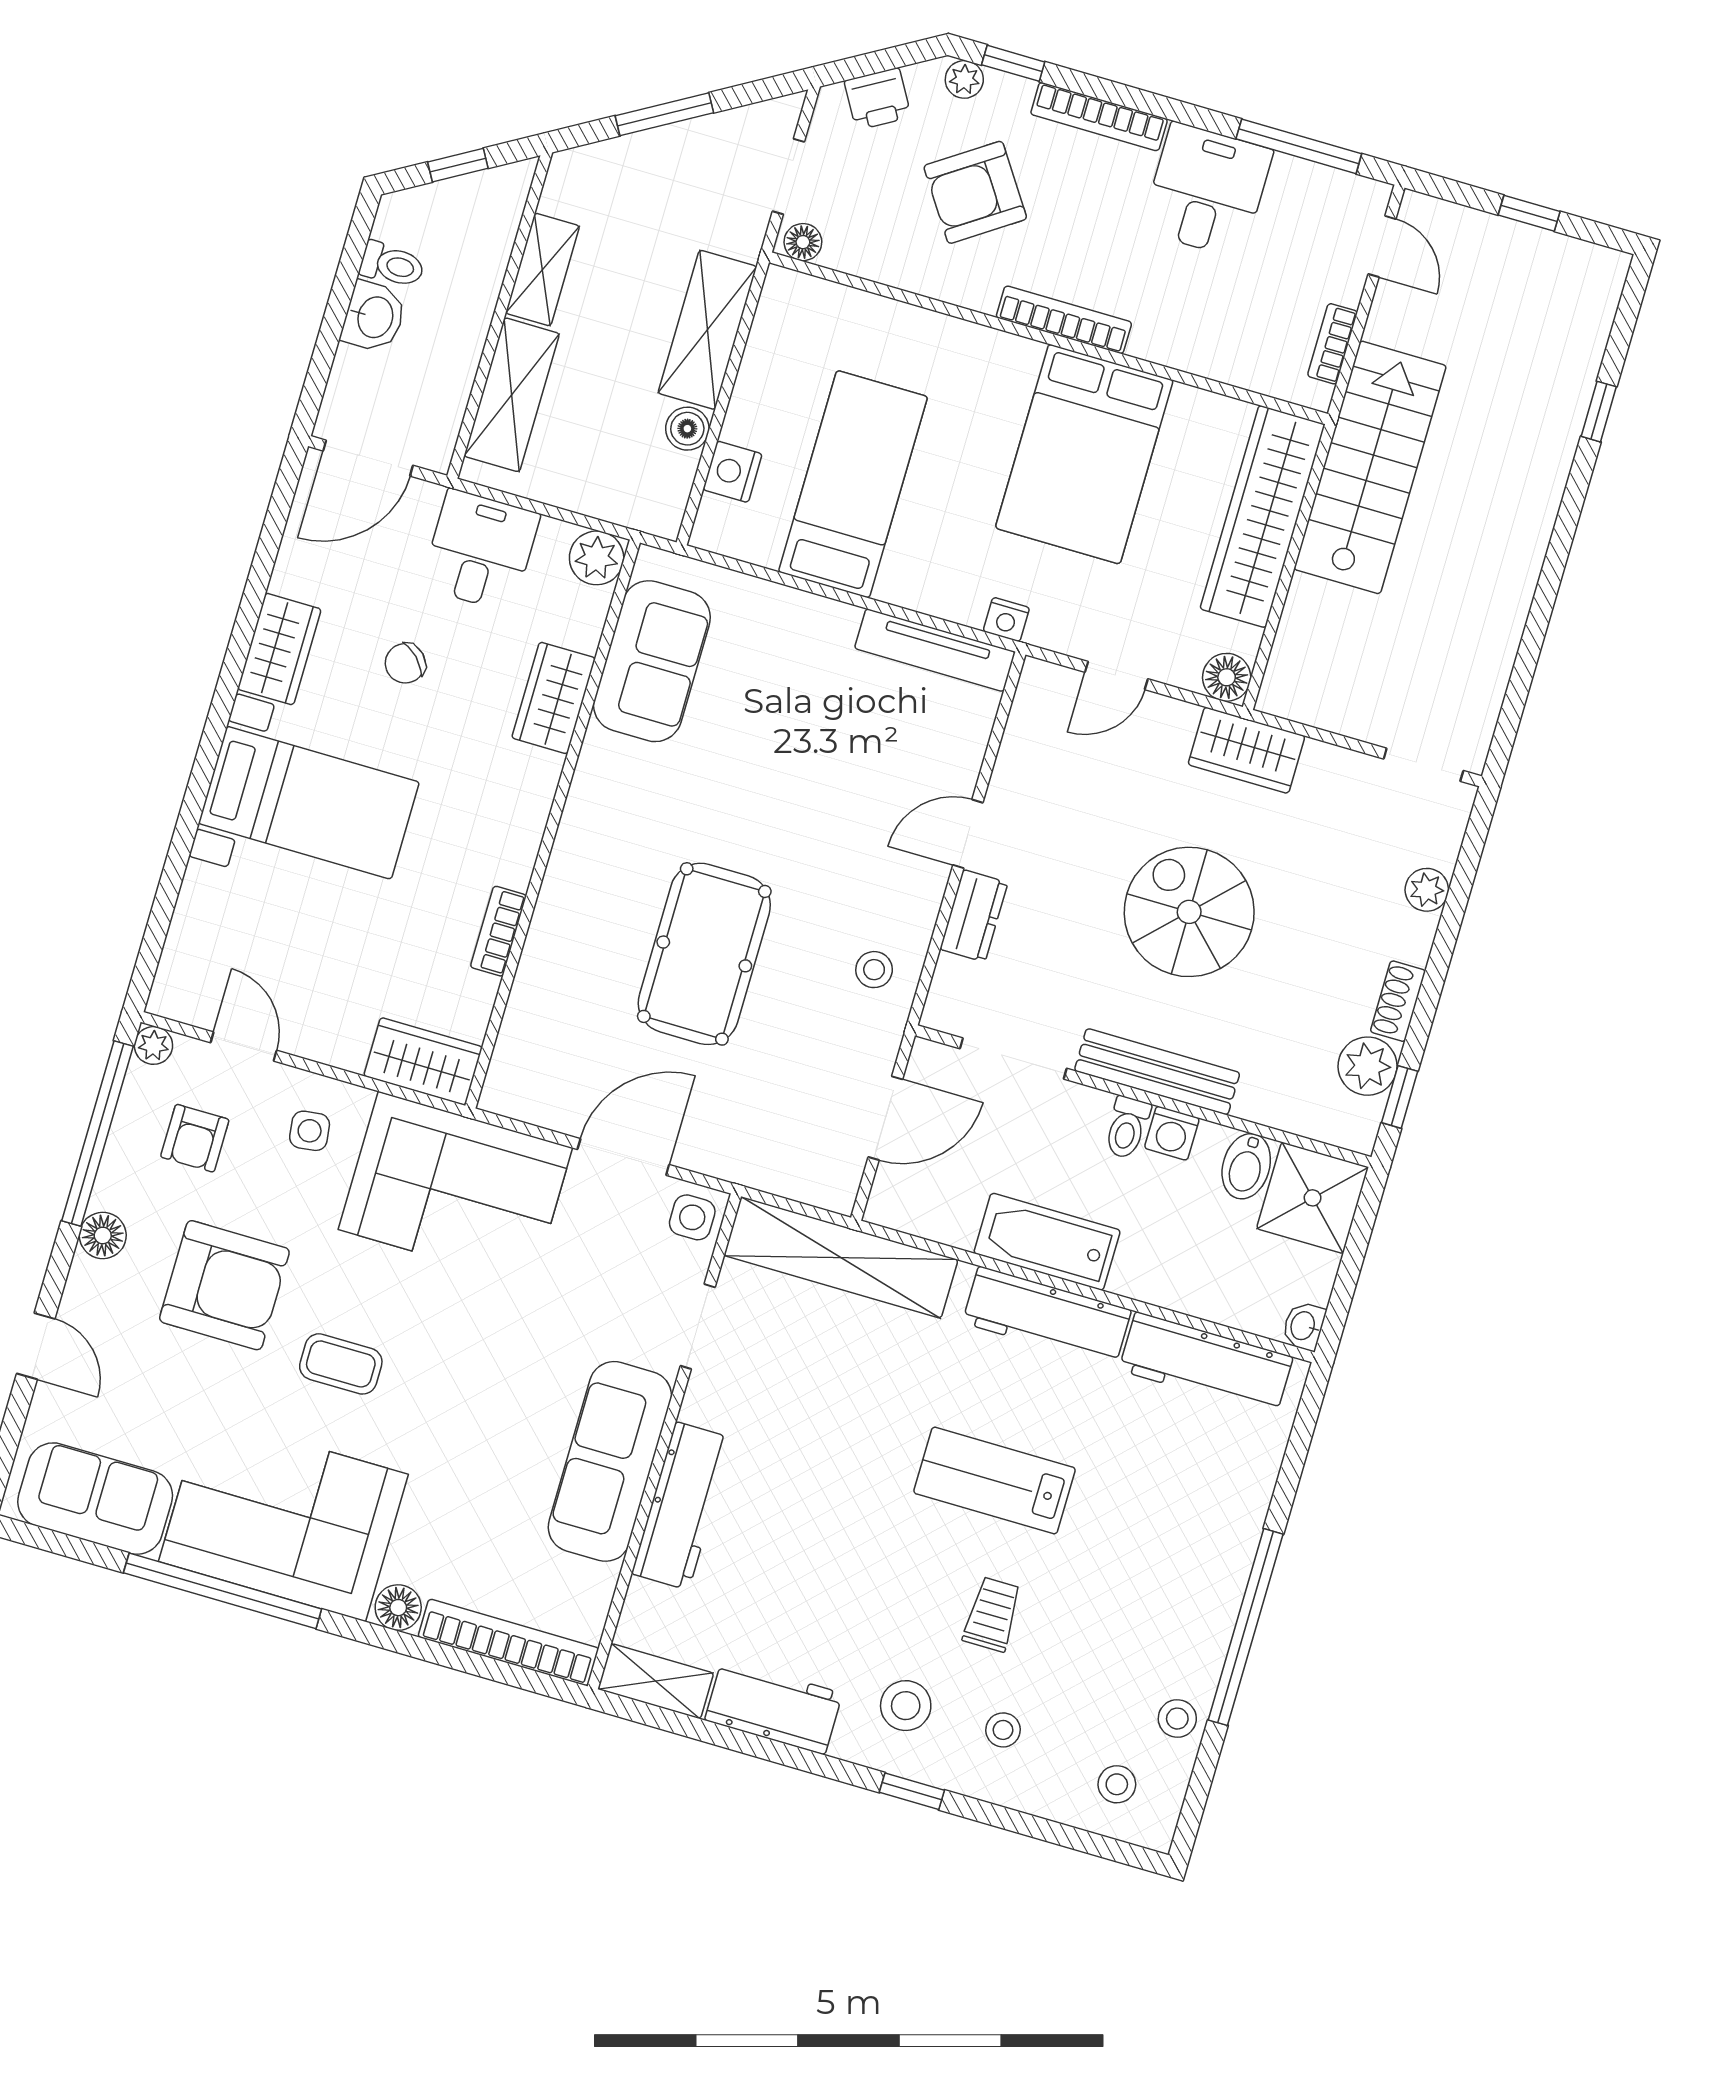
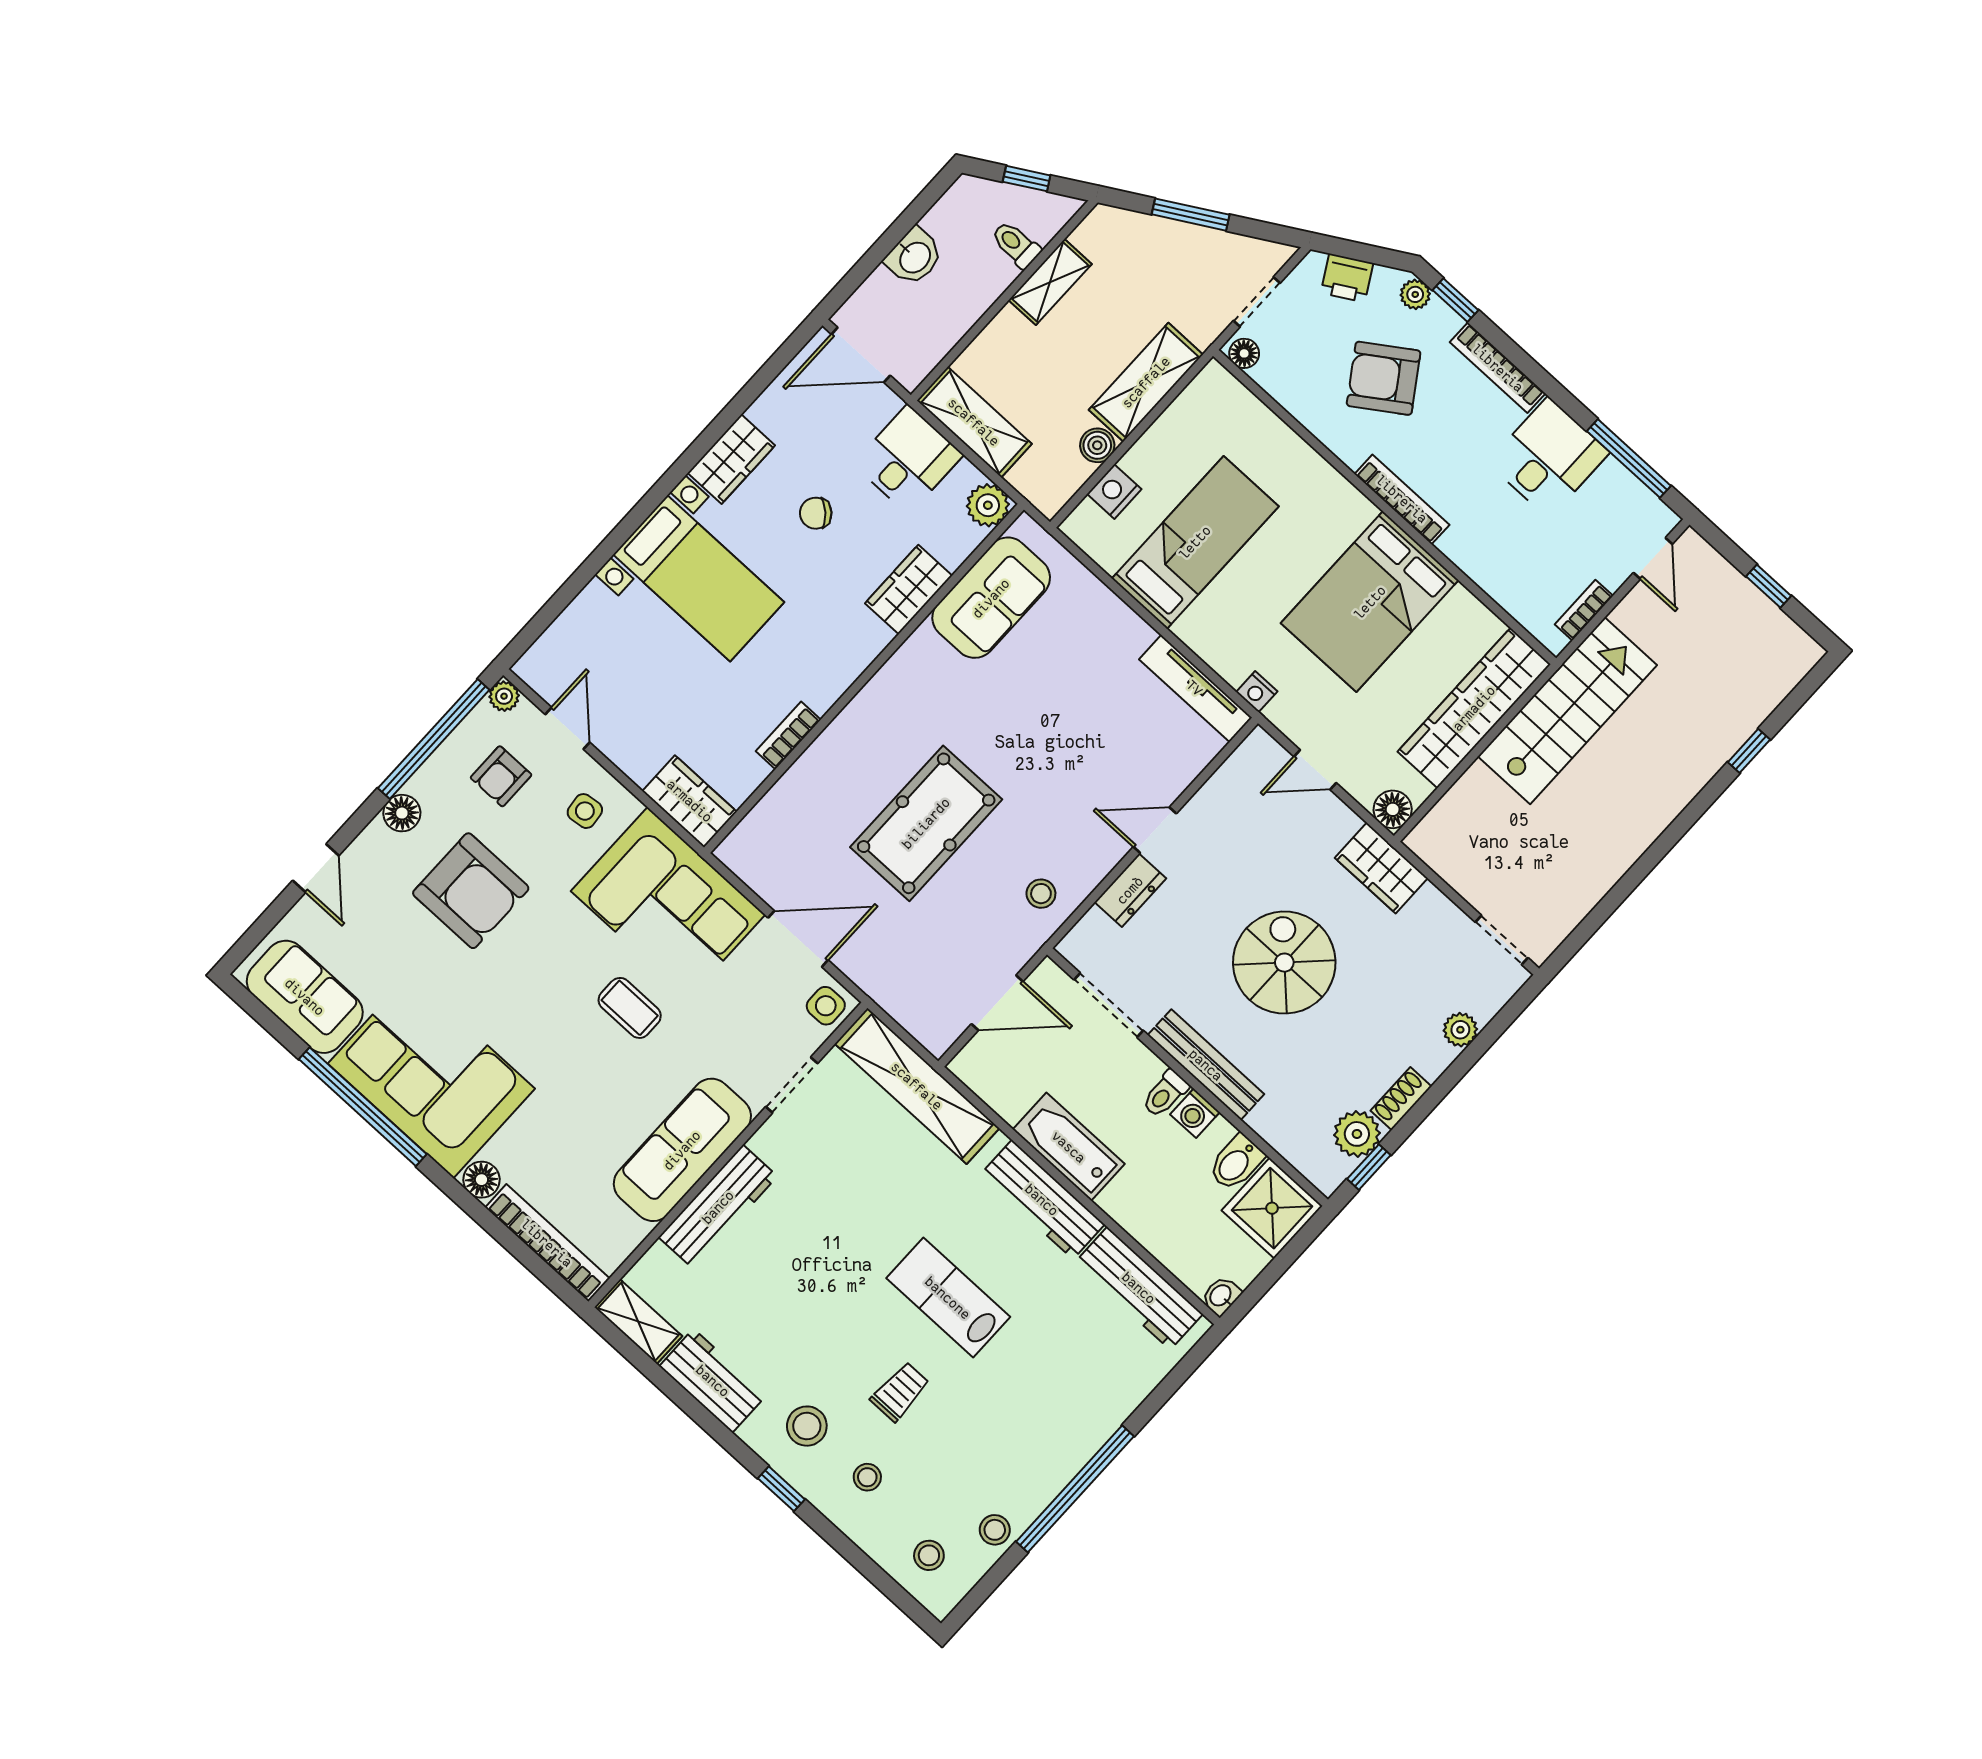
toilet: (392, 265) -> (1016, 244), moved, turned 180
shelving: (512, 395) -> (974, 422), moved, turned 90
coffee table: (341, 1364) -> (630, 1008), moved

